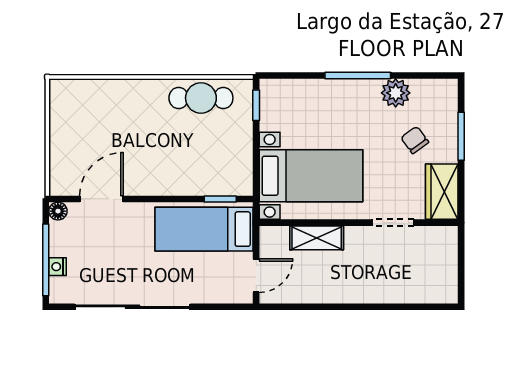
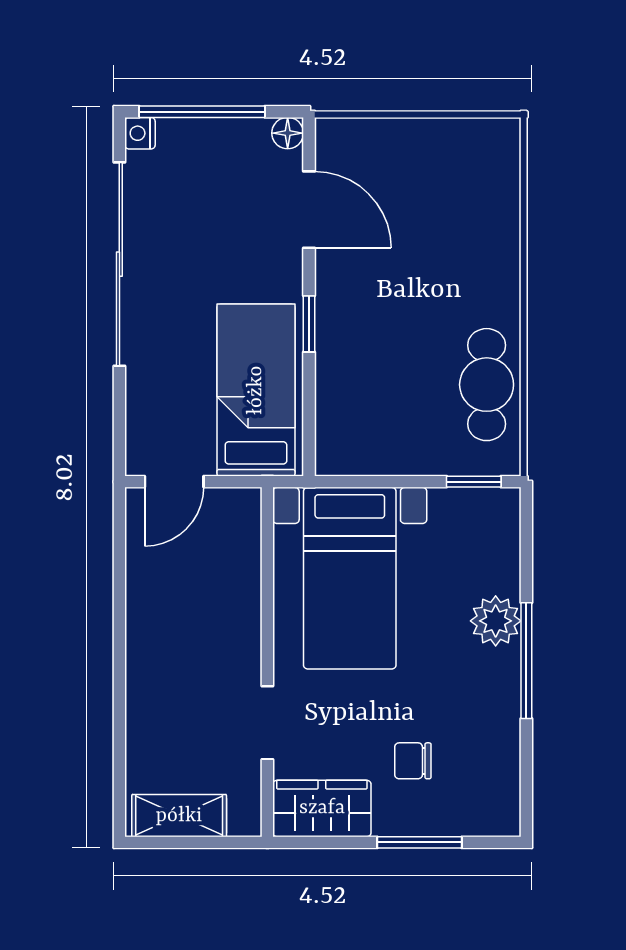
plant: (396, 93) -> (496, 621), moved
chair: (415, 140) -> (413, 761), turned -144
window: (220, 199) -> (309, 324), moved
shelving: (317, 238) -> (179, 816), moved, turned 90
nightstand: (58, 267) -> (140, 133), moved, turned -90
door: (256, 276) -> (174, 482), hinge flipped

